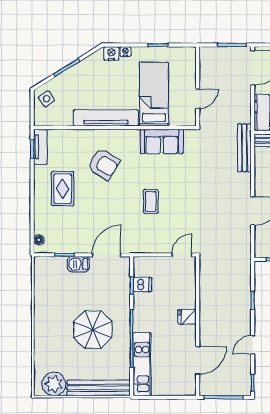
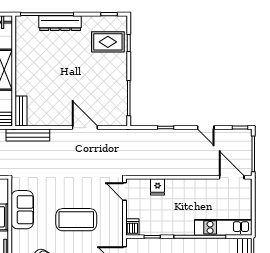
coffee table: (151, 201) -> (76, 220), width x1.86, depth x1.72
dishwasher: (142, 285) -> (132, 227), moved
fridge: (187, 317) -> (158, 187), moved
door: (198, 360) -> (232, 177), moved

